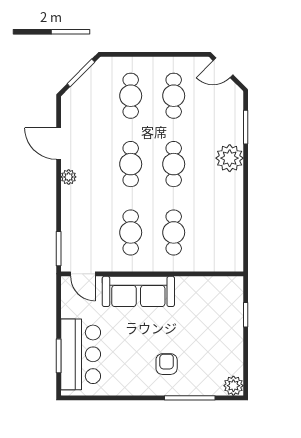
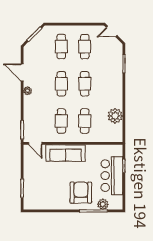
plant: (230, 158) -> (115, 116), moved
bar counter: (81, 354) -> (112, 176), moved, turned 180
armchair: (167, 364) -> (81, 193), width x1.88, depth x1.88
plant: (233, 386) -> (103, 204), moved

